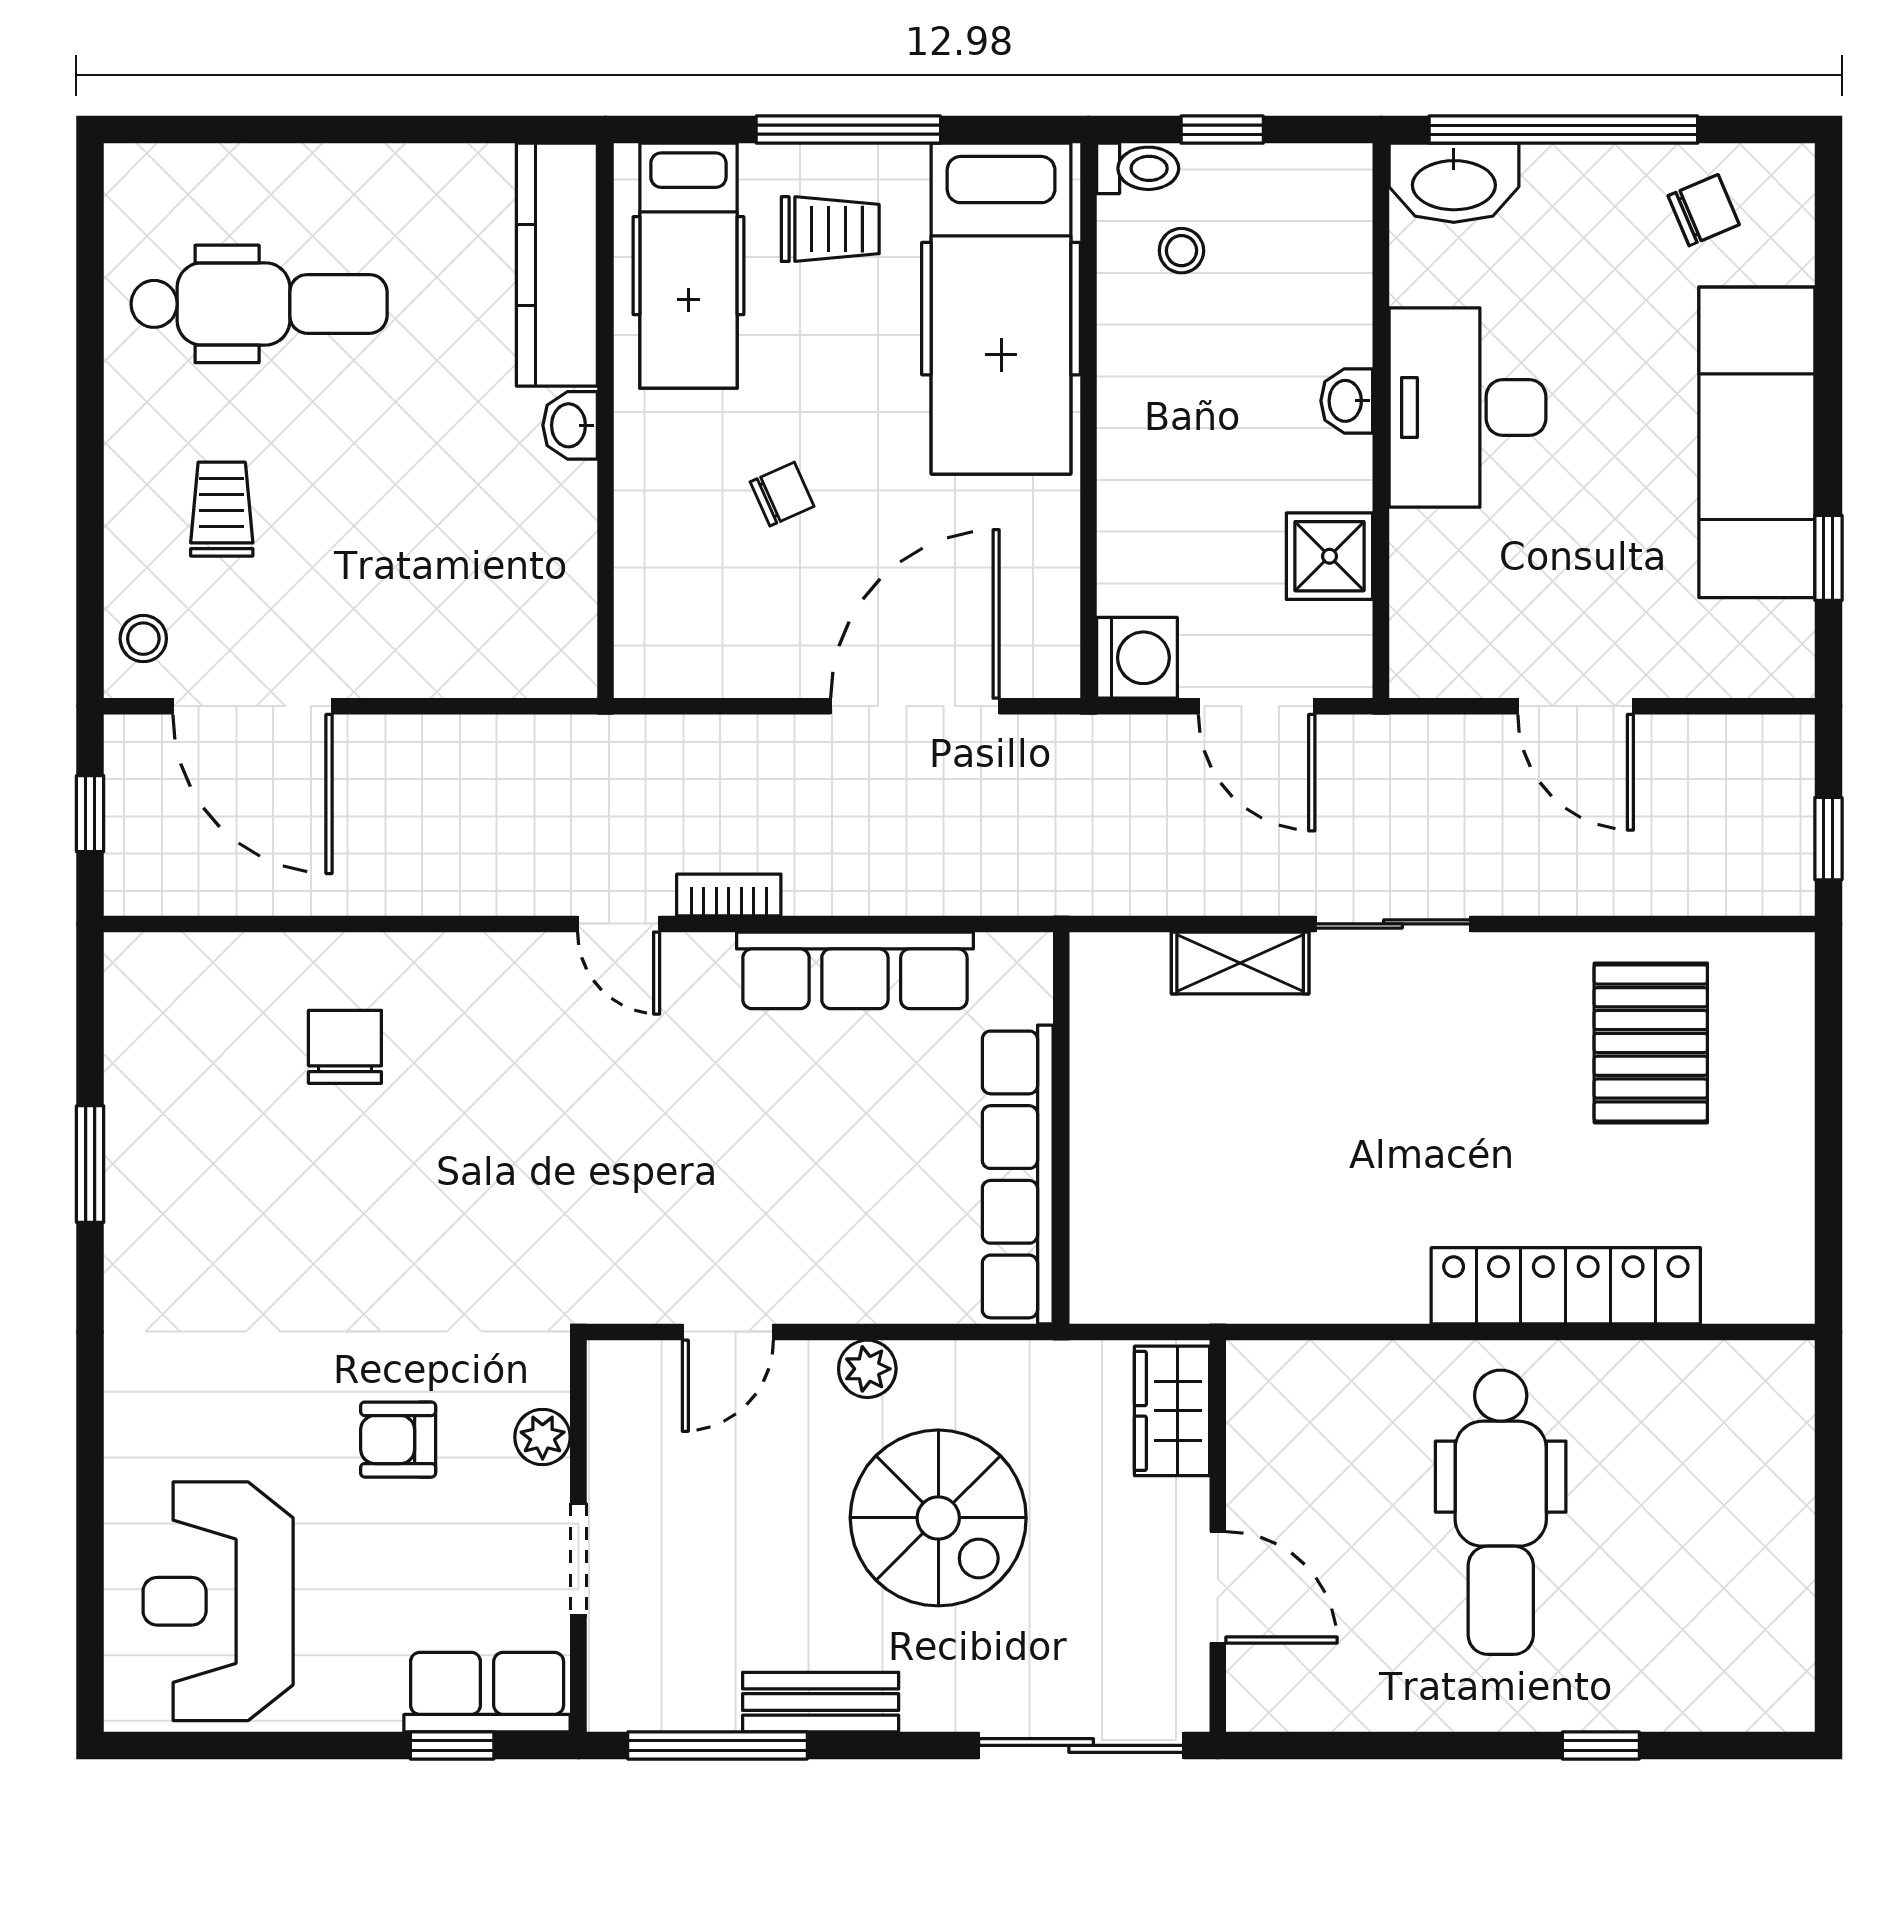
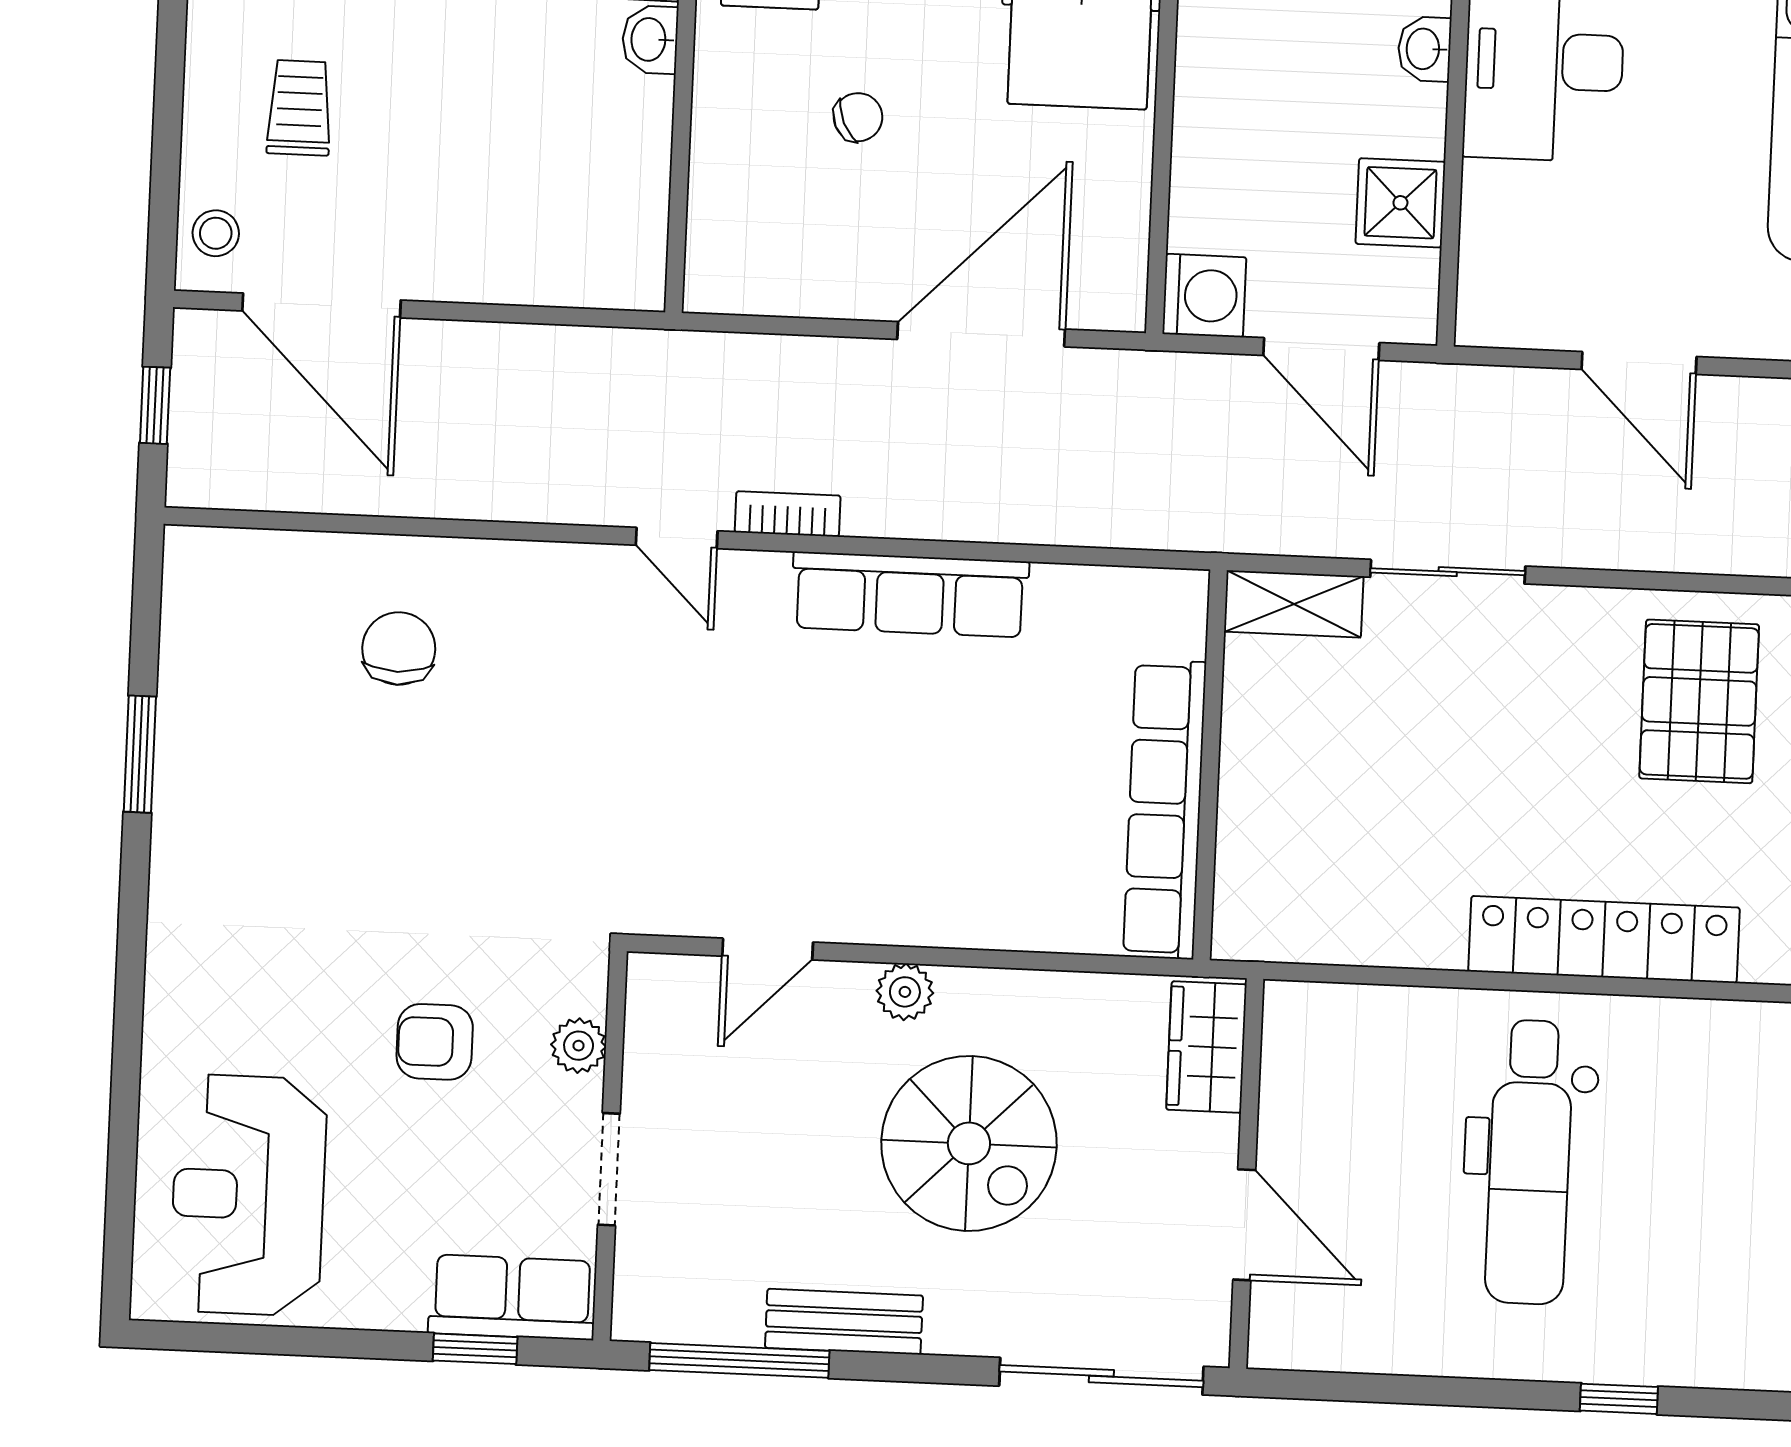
wall: (1061, 1128) -> (1210, 765), moved
row of seats: (1018, 1174) -> (1165, 809), moved

